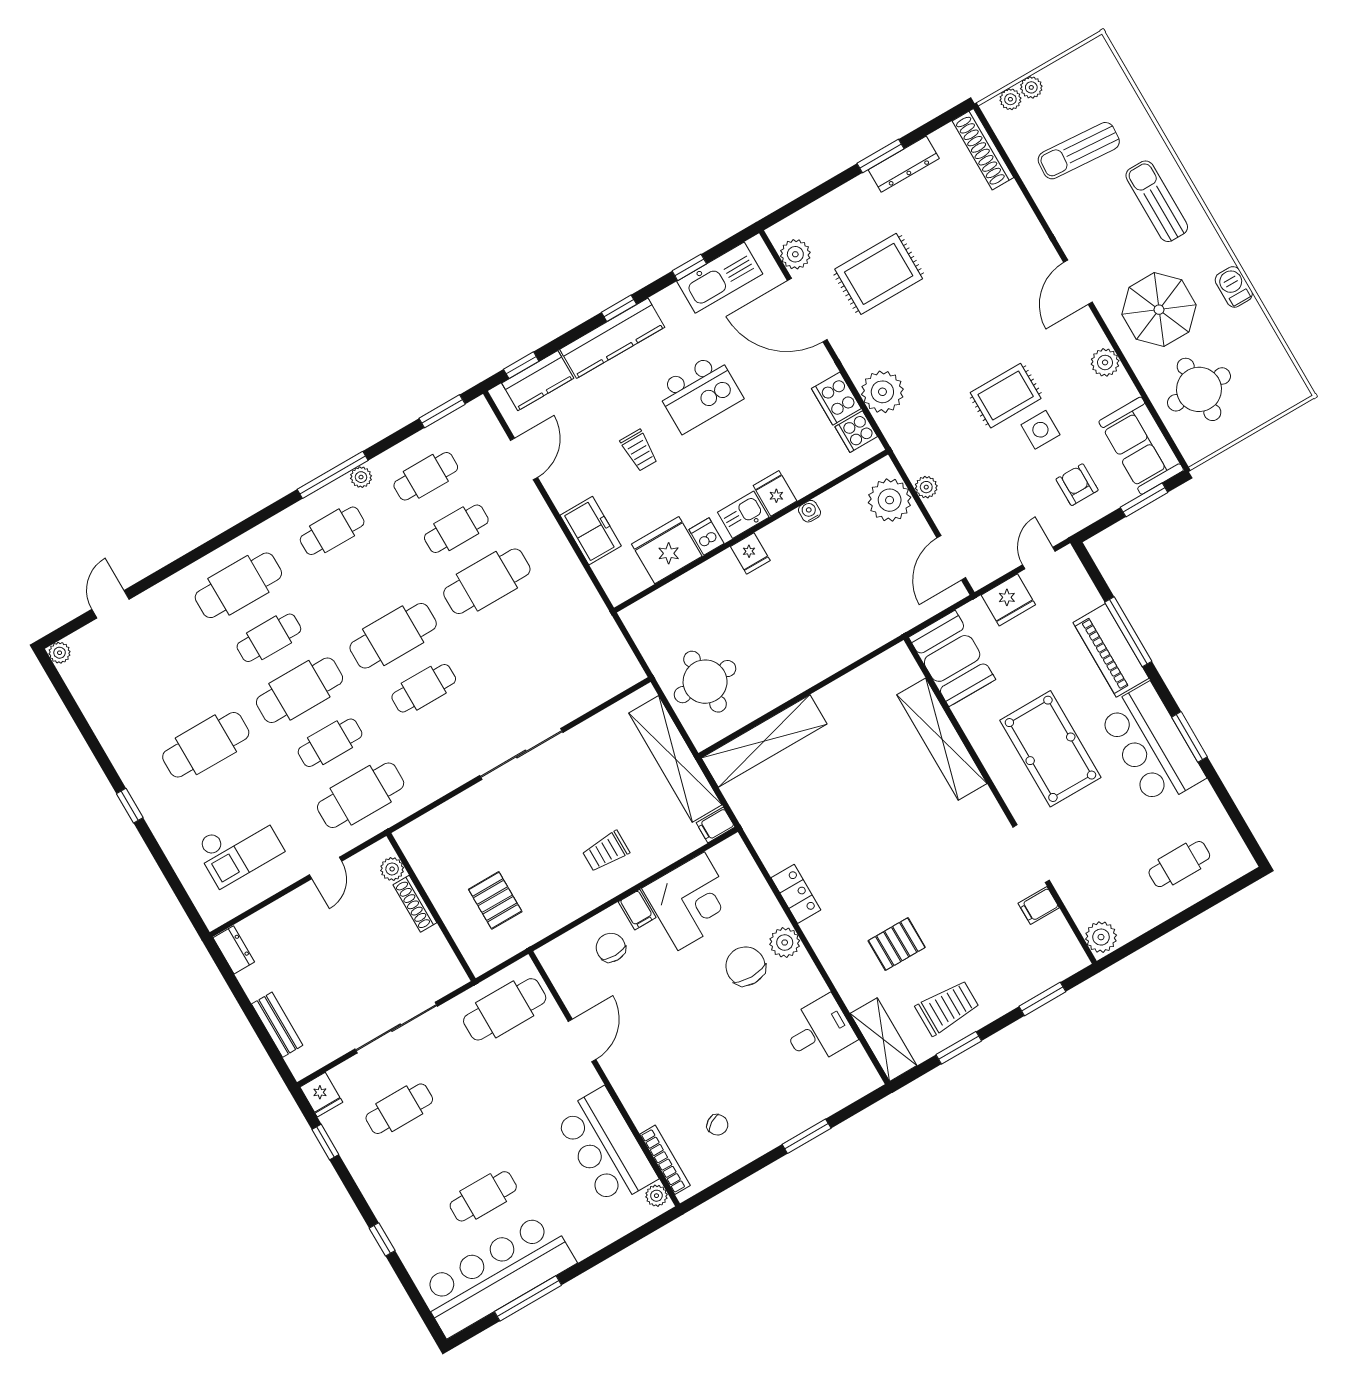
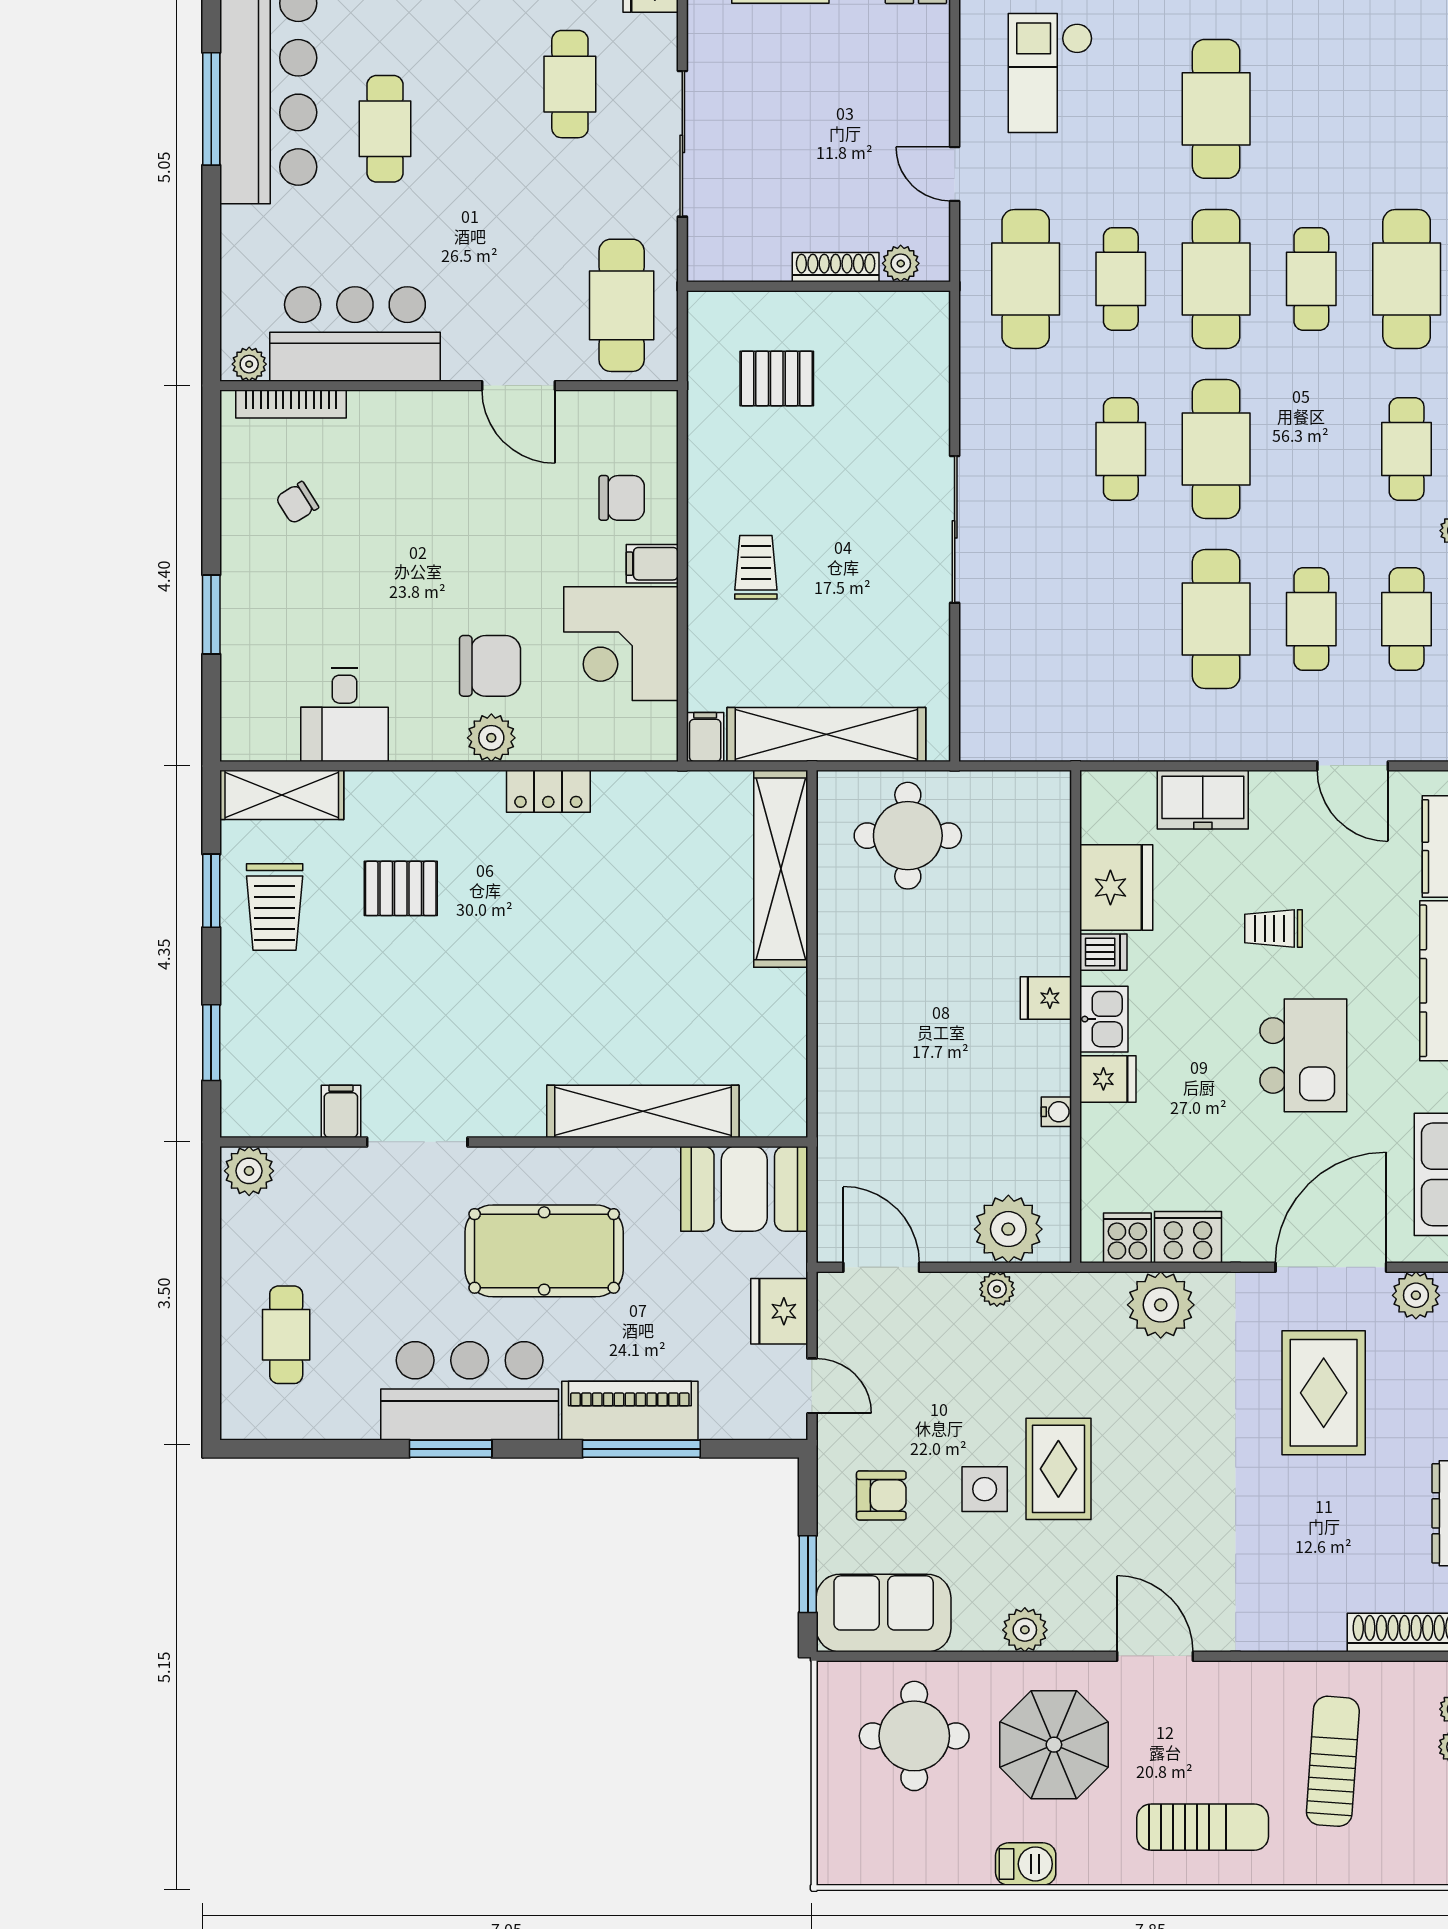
kitchen island: (699, 393) -> (1303, 1055), turned 180
pallet: (897, 944) -> (401, 888), turned 90

